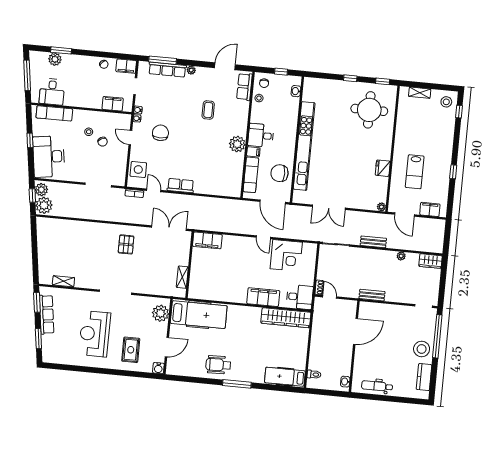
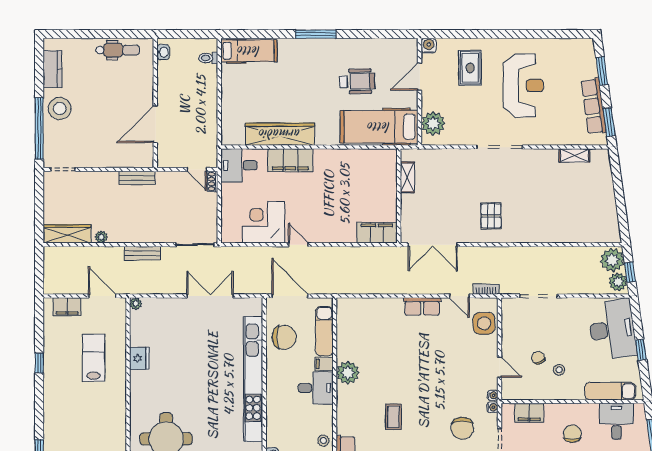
chair: (84, 86) -> (572, 434), added
chair: (160, 133) -> (462, 428), moved
wardrobe: (431, 261) -> (67, 234), width x1.50
wardrobe: (286, 318) -> (280, 134), moved
wheelchair: (218, 365) -> (357, 81), moved

